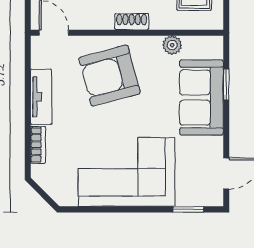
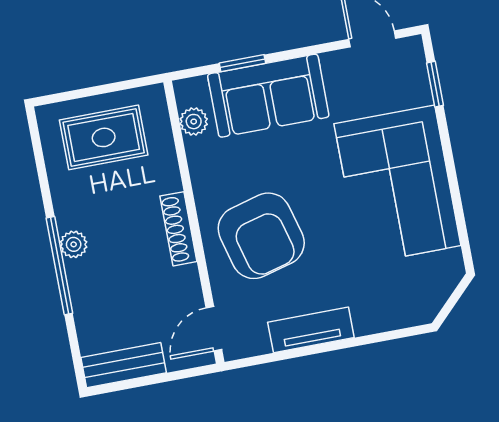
shoe rack: (132, 22) -> (178, 229), width x1.43
plant: (172, 45) -> (194, 122), moved
bookcase: (38, 145) -> (382, 321), removed

